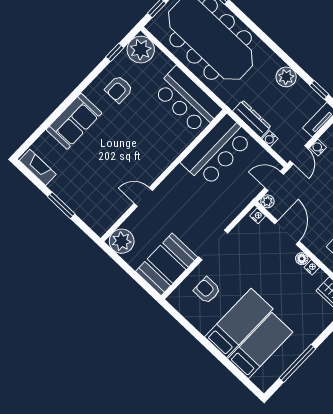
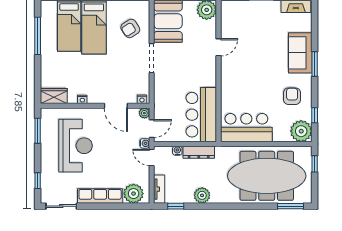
window: (70, 99) -> (315, 64), added
water cooler: (318, 148) -> (145, 143), moved
floor lamp: (302, 259) -> (93, 99), removed
armchair: (207, 290) -> (130, 28), turned 147

